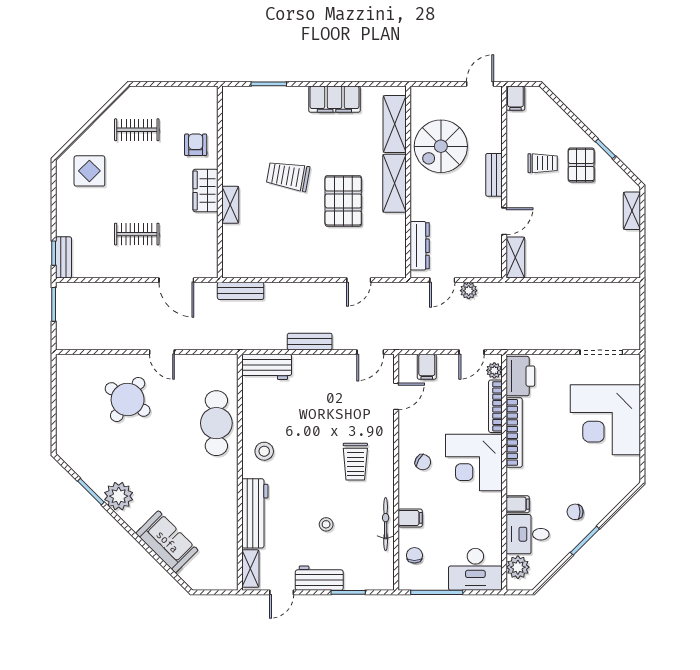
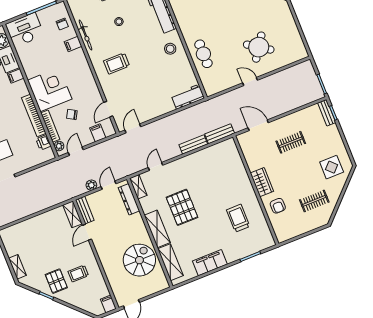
bench: (494, 175) -> (85, 210), moved
trolley: (288, 176) -> (238, 218), moved, turned -100
shelving: (230, 205) -> (138, 187), moved
bench: (310, 342) -> (193, 144), moved
printer: (520, 376) -> (43, 142), width x0.53, depth x0.68
cafe table: (216, 423) -> (203, 54), width x0.73, depth x0.74
trolley: (355, 462) -> (117, 63), turned -90
chair: (423, 462) -> (72, 114), moved

